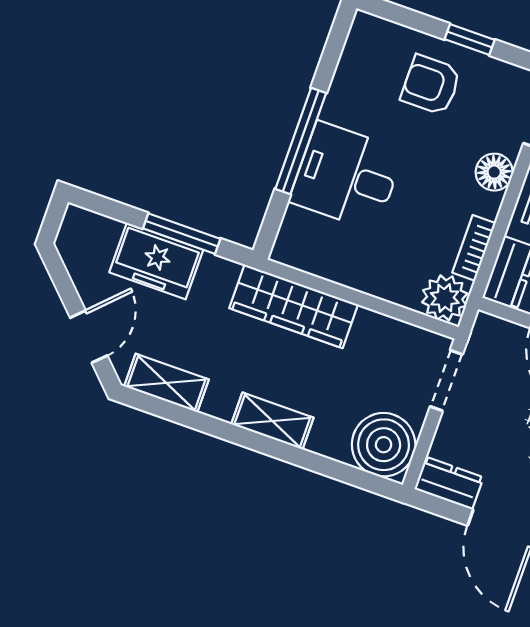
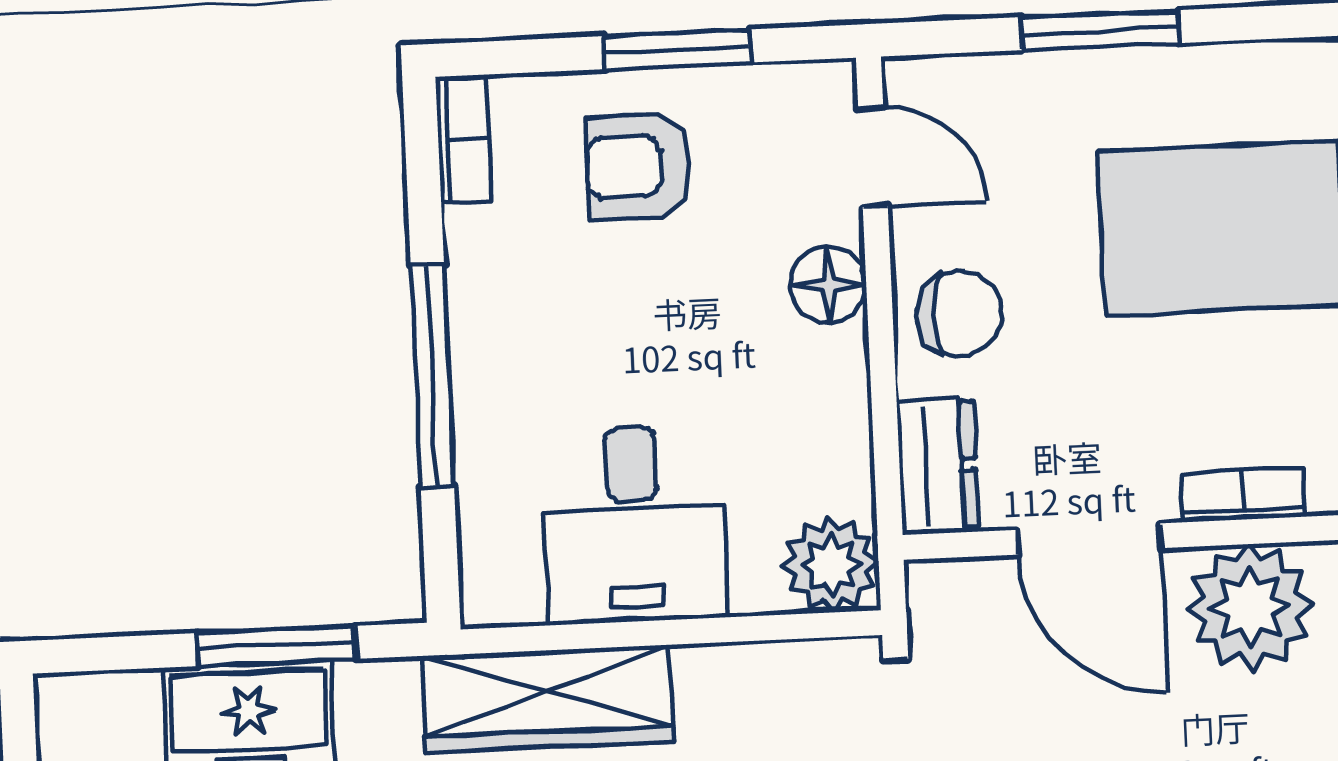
window: (470, 40) -> (678, 49), width x1.50
desk: (346, 176) -> (634, 524), moved, turned -90
bookcase: (474, 248) -> (464, 139), moved, turned 180

